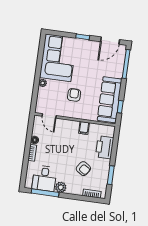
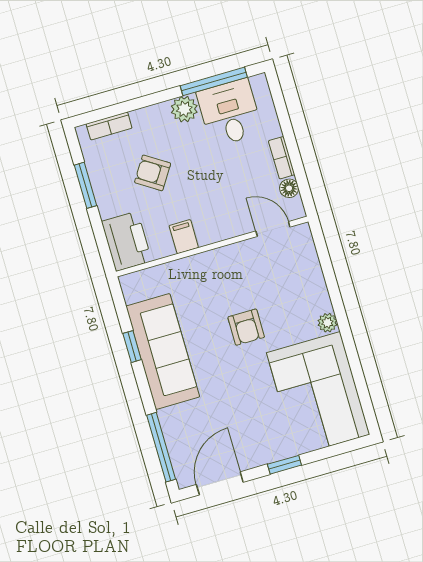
door: (49, 116) -> (273, 229), moved
wall: (75, 120) -> (212, 247), moved
filing cabinet: (84, 128) -> (184, 237), moved

